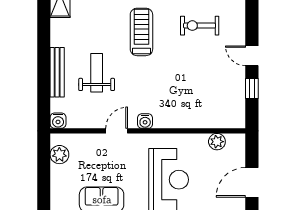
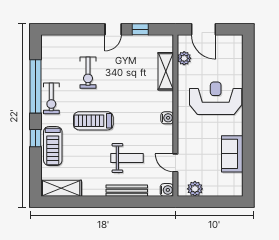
weight bench: (97, 73) -> (127, 158), turned 180
shelving: (201, 119) -> (166, 71), added
door: (117, 131) -> (175, 163), moved
door: (252, 182) -> (203, 29), moved

